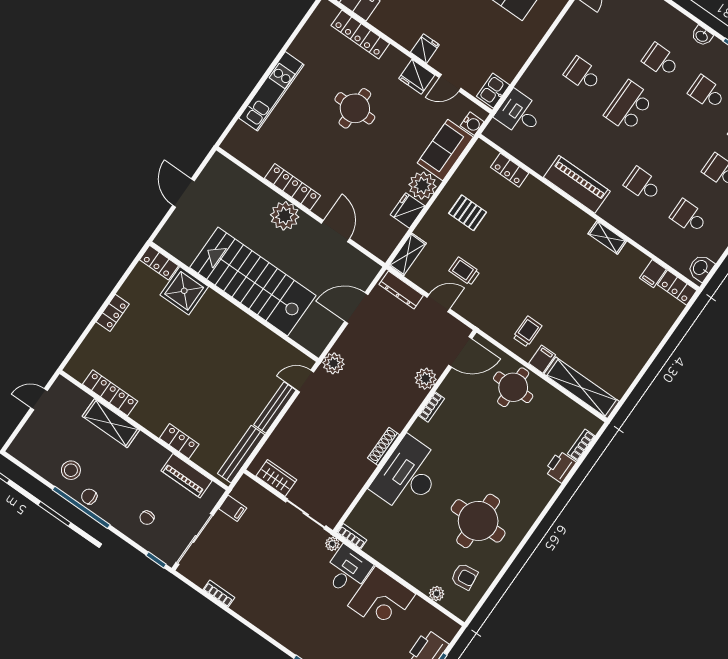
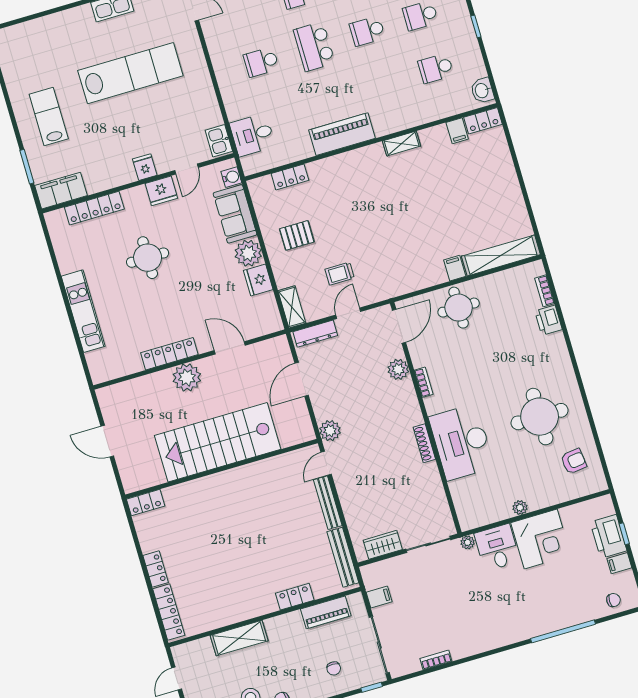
school desk: (643, 185) -> (367, 31), moved
shower: (184, 291) -> (183, 500), removed
trolley: (527, 331) -> (425, 262), removed
locker: (110, 393) -> (169, 612), moved, turned 90
bookcase: (352, 536) -> (474, 523), removed
plant: (437, 594) -> (520, 508), moved

